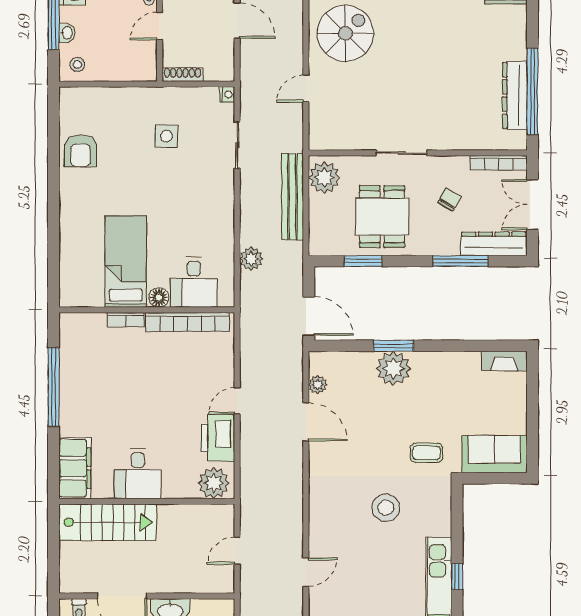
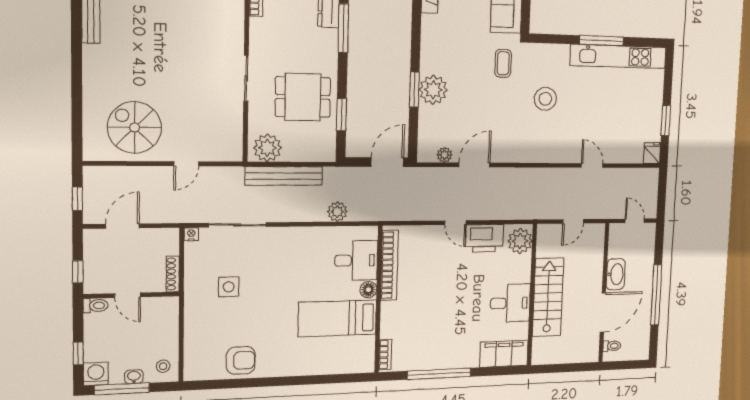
door: (306, 89) -> (186, 164), hinge flipped
sliding door: (237, 145) -> (237, 225), width x1.37
chair: (450, 199) -> (289, 36), removed
bookcase: (126, 320) -> (385, 355), moved
stairs: (108, 522) -> (548, 297), moved
door: (237, 551) -> (573, 221), hinge flipped
window: (457, 577) -> (602, 41), width x2.17

